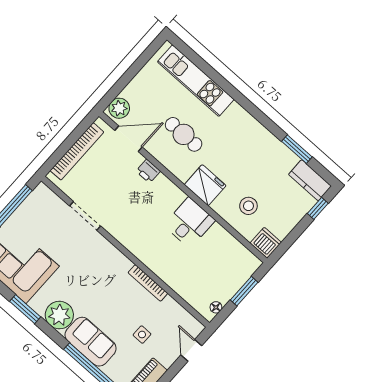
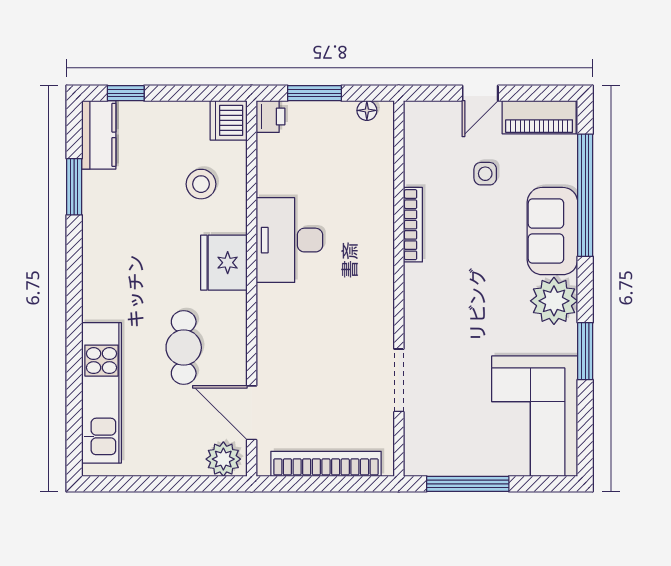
printer: (148, 171) -> (271, 117), moved
desk: (189, 223) -> (289, 240), width x1.37
door: (191, 350) -> (480, 93), moved

